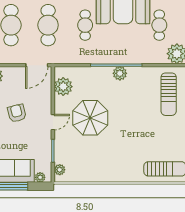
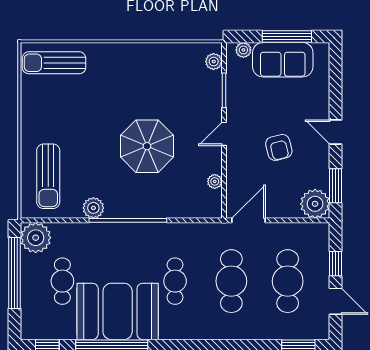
plant: (120, 73) -> (93, 208), moved
plant: (63, 87) -> (215, 181), width x0.53, depth x0.53
sun lounger: (169, 94) -> (48, 176), turned 180
parasol: (90, 118) -> (147, 146), moved

